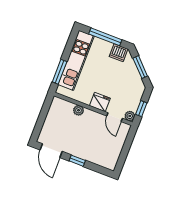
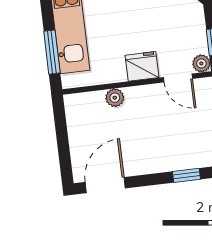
door: (51, 151) -> (105, 185), swing flipped
window: (77, 161) -> (186, 175), moved

